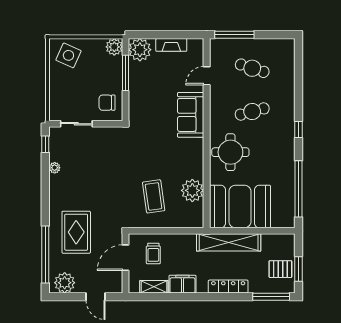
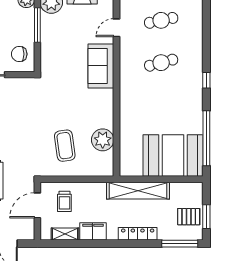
cafe table: (252, 68) -> (161, 20), turned -30
round table: (230, 152) -> (140, 102), removed
booth: (240, 207) -> (173, 156), moved

